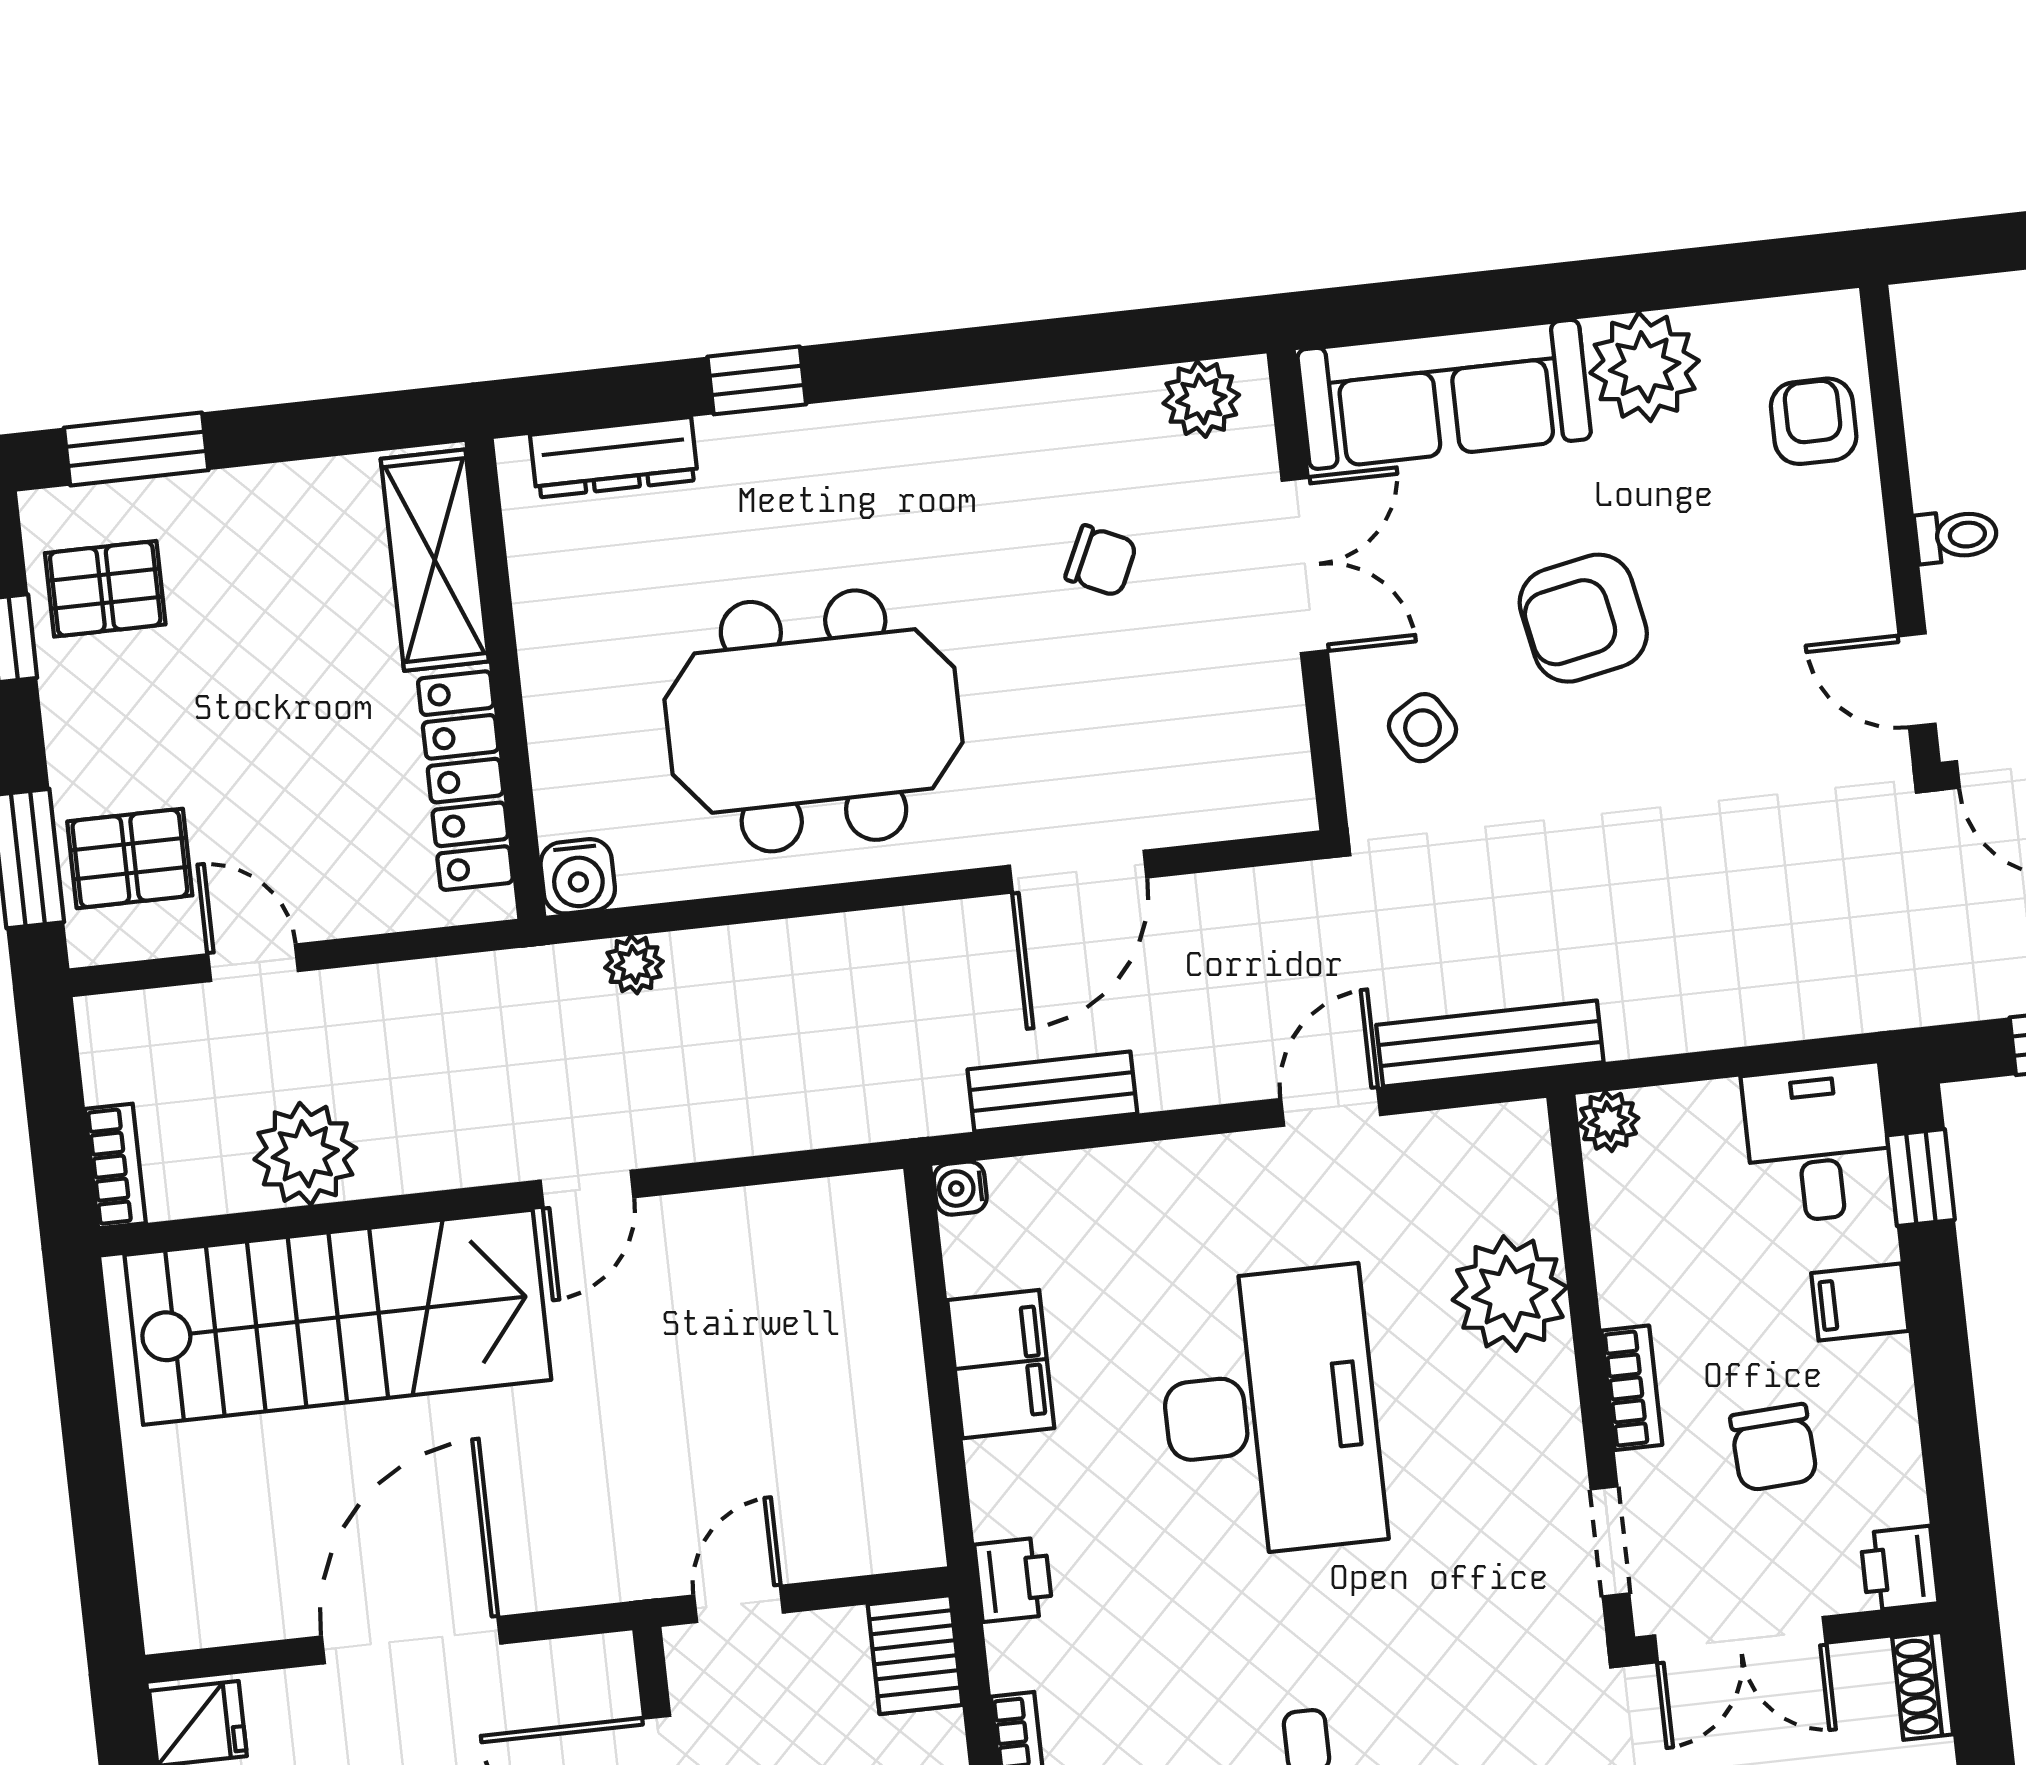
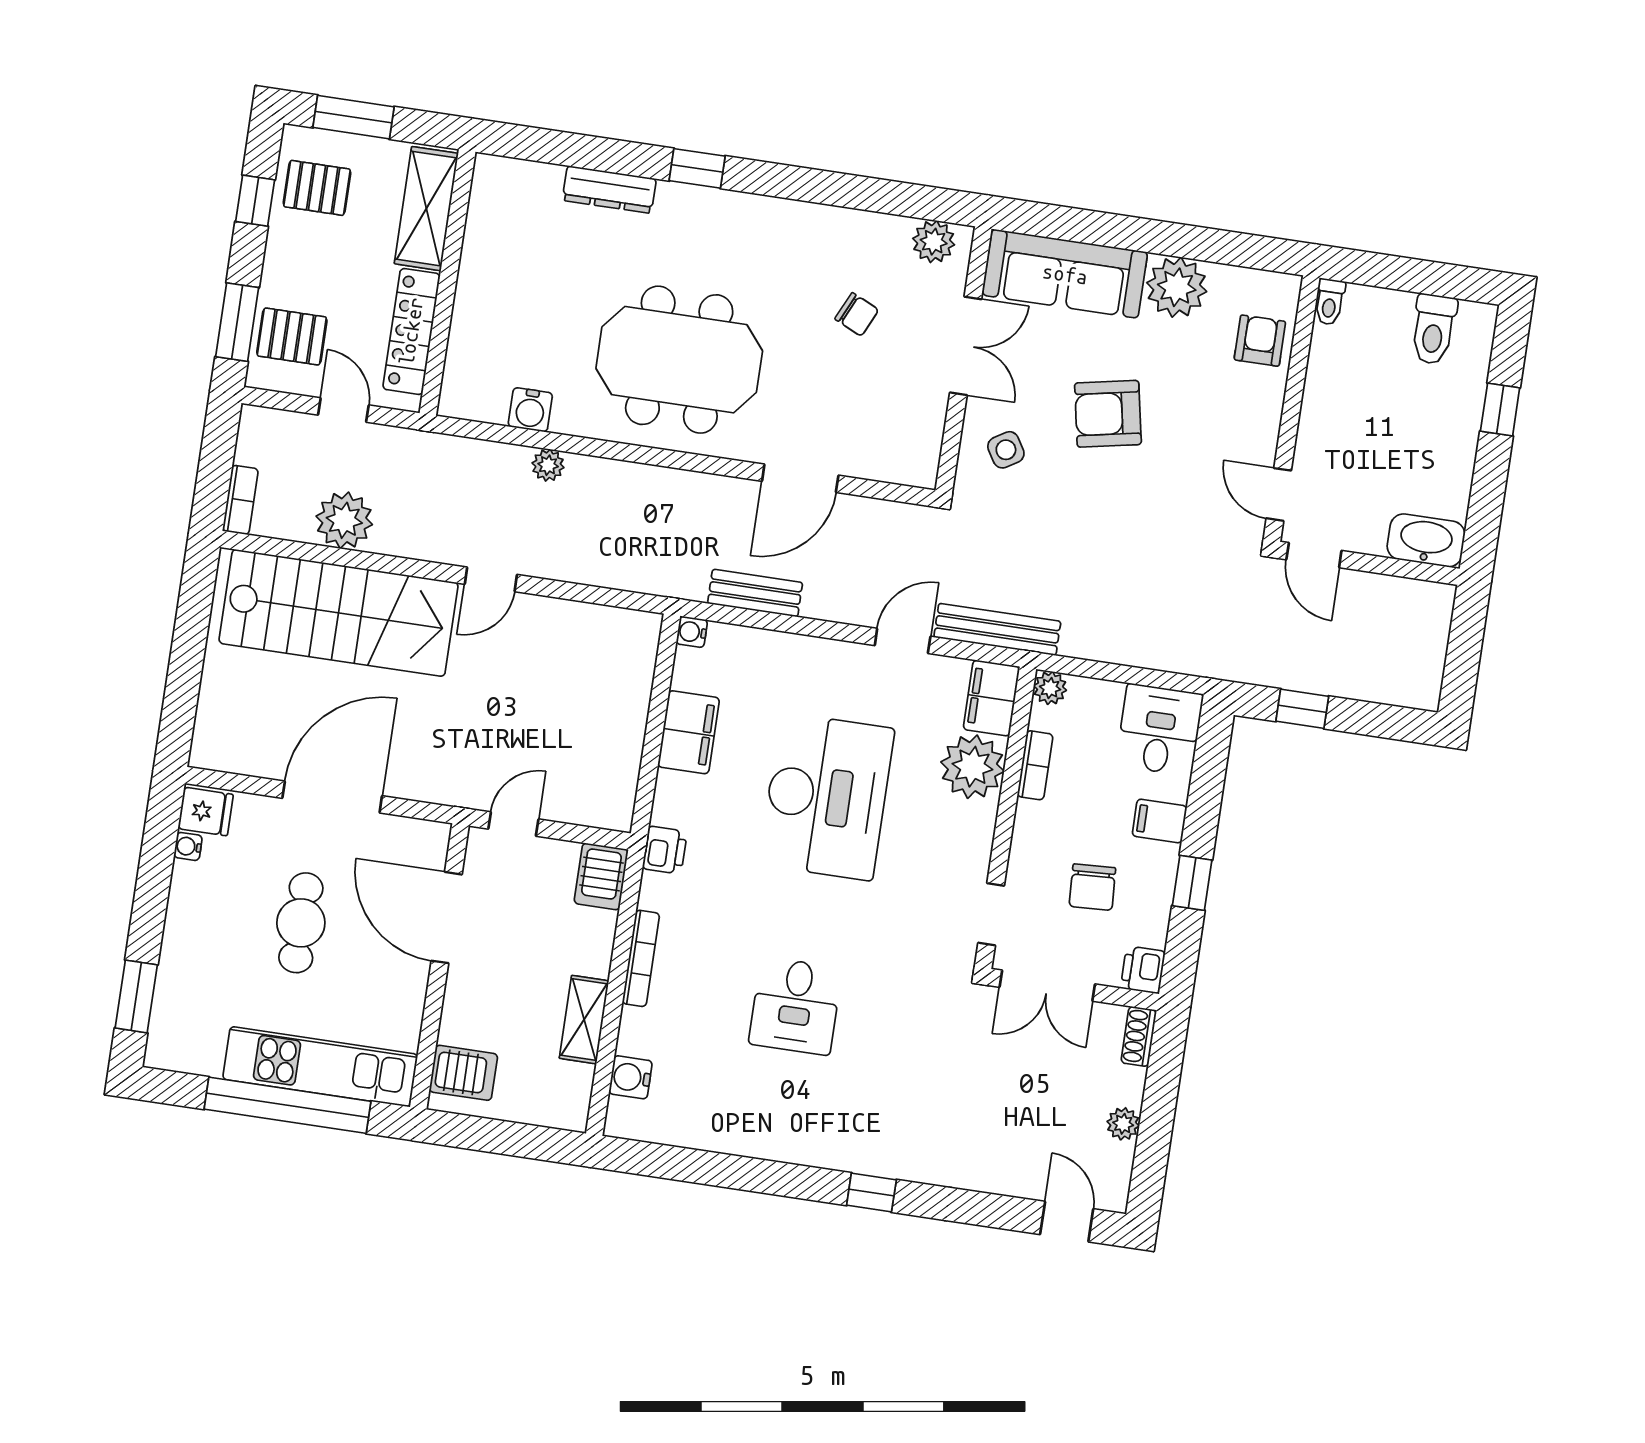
toilet: (1956, 536) -> (1330, 302), moved, turned 90
shelving: (435, 560) -> (426, 209), moved
wall: (505, 679) -> (447, 282), moved
locker: (465, 781) -> (411, 331), moved
filing cabinet: (1511, 1166) -> (991, 698), added
window: (1921, 1178) -> (1192, 883), moved
bookcase: (1632, 1388) -> (1035, 765), moved

